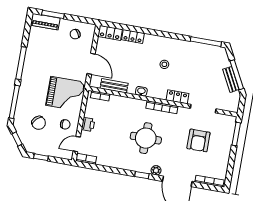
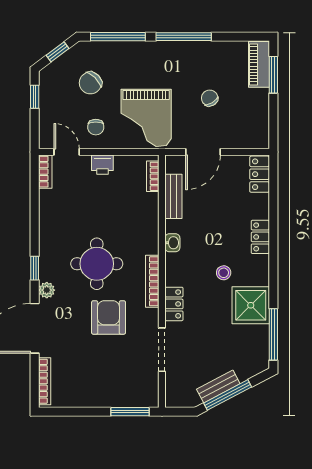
chair: (75, 34) -> (210, 98), moved
locker: (133, 36) -> (260, 237), moved
shower: (186, 52) -> (251, 305), added
armchair: (198, 140) -> (109, 317), moved, turned 90

